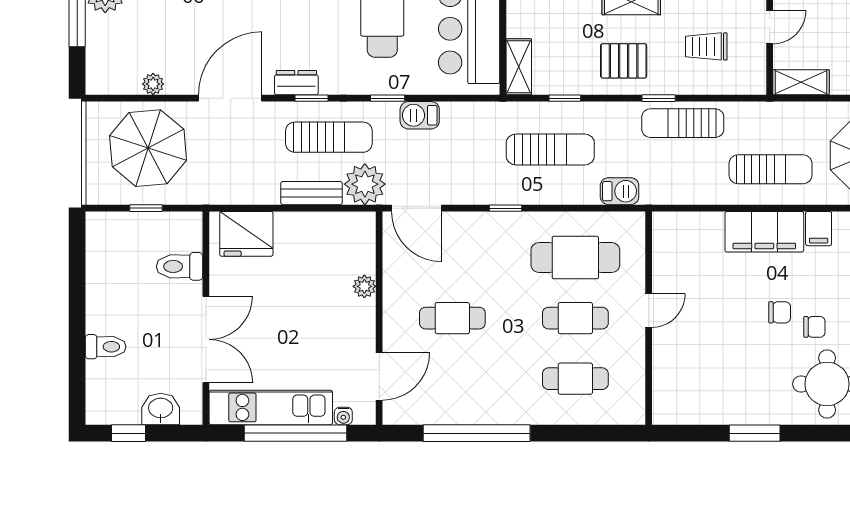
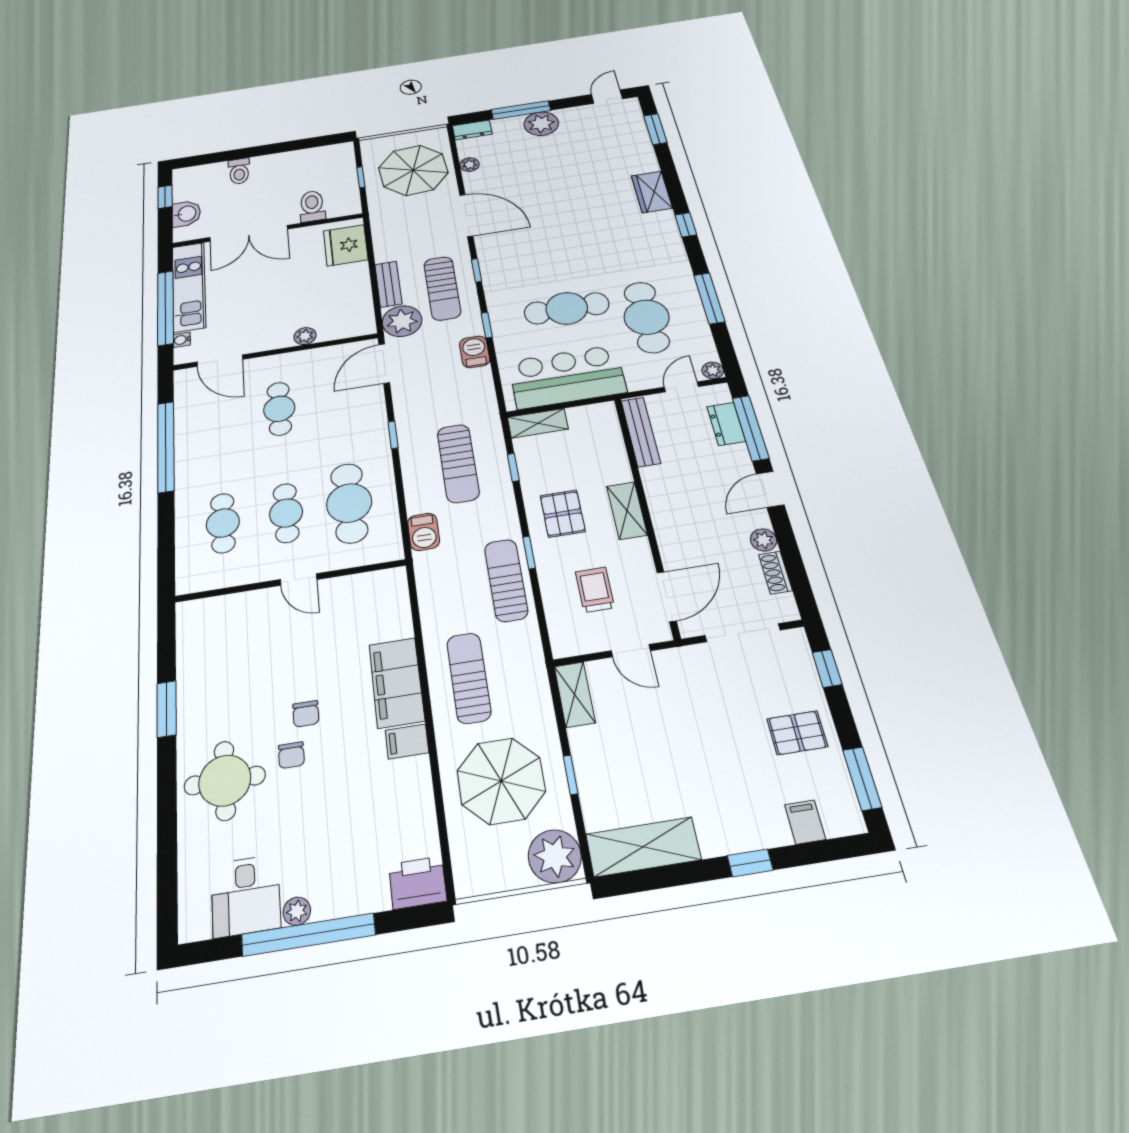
dresser: (296, 83) -> (472, 130), moved, turned 90
sun lounger: (771, 169) -> (469, 678), turned 180

